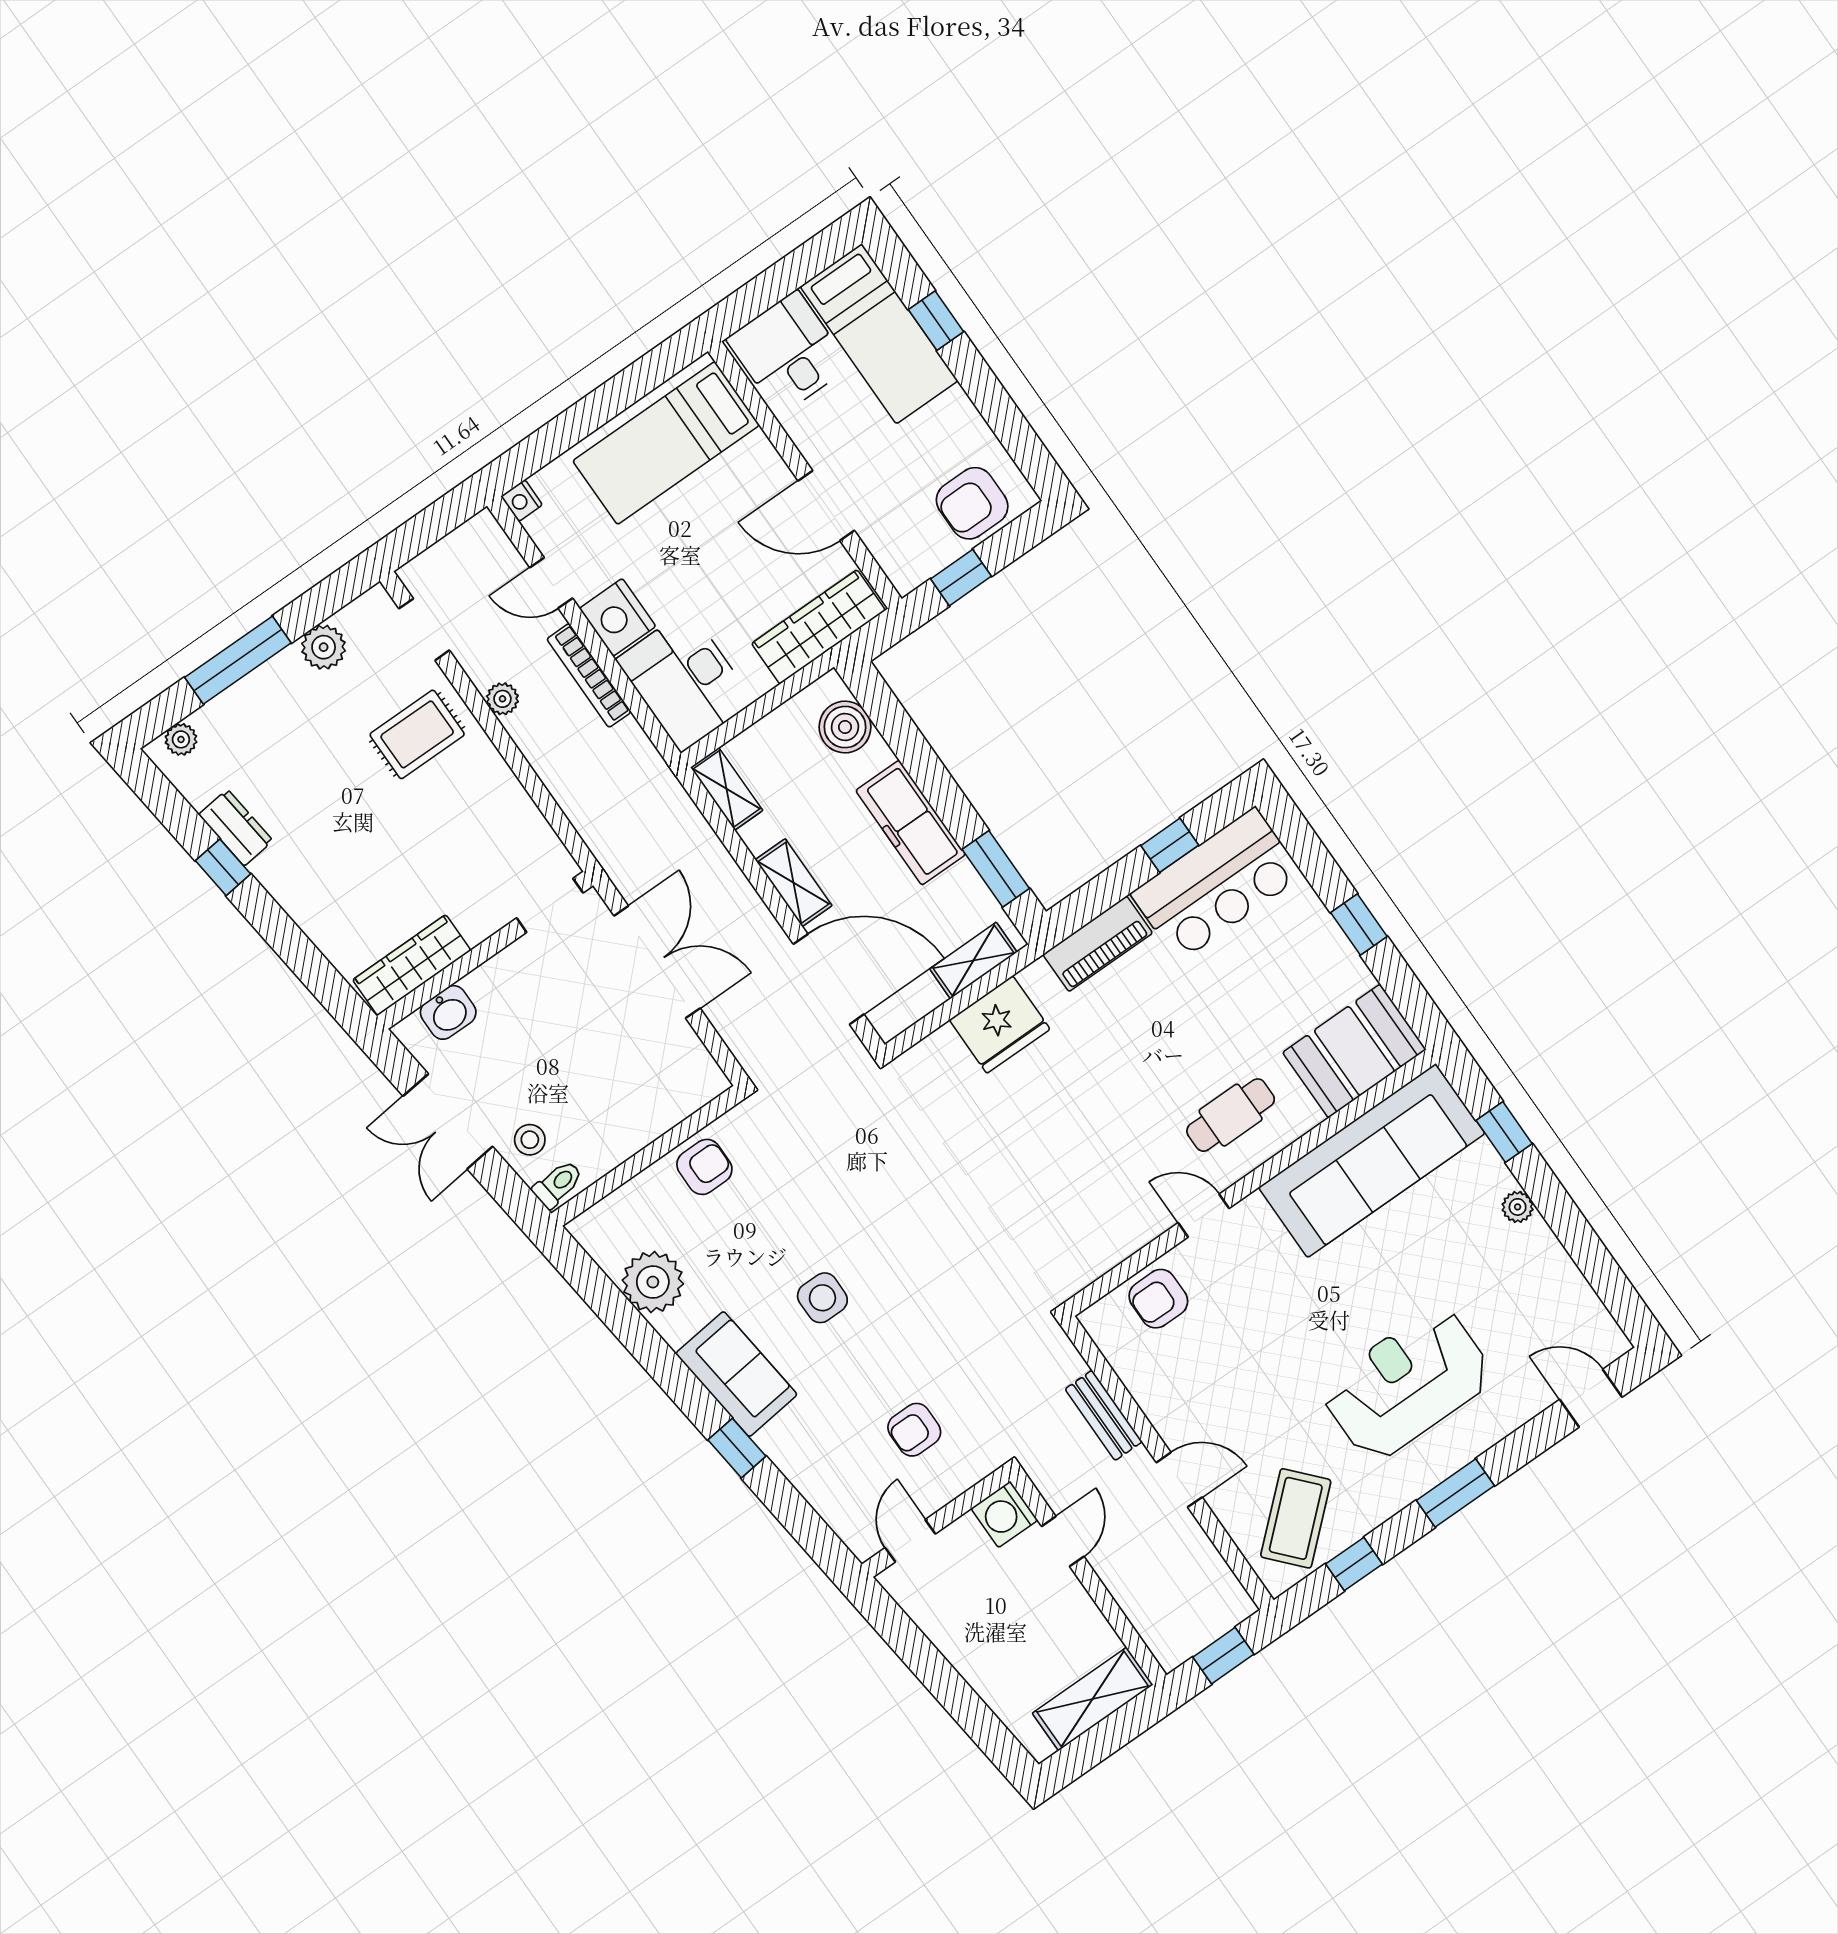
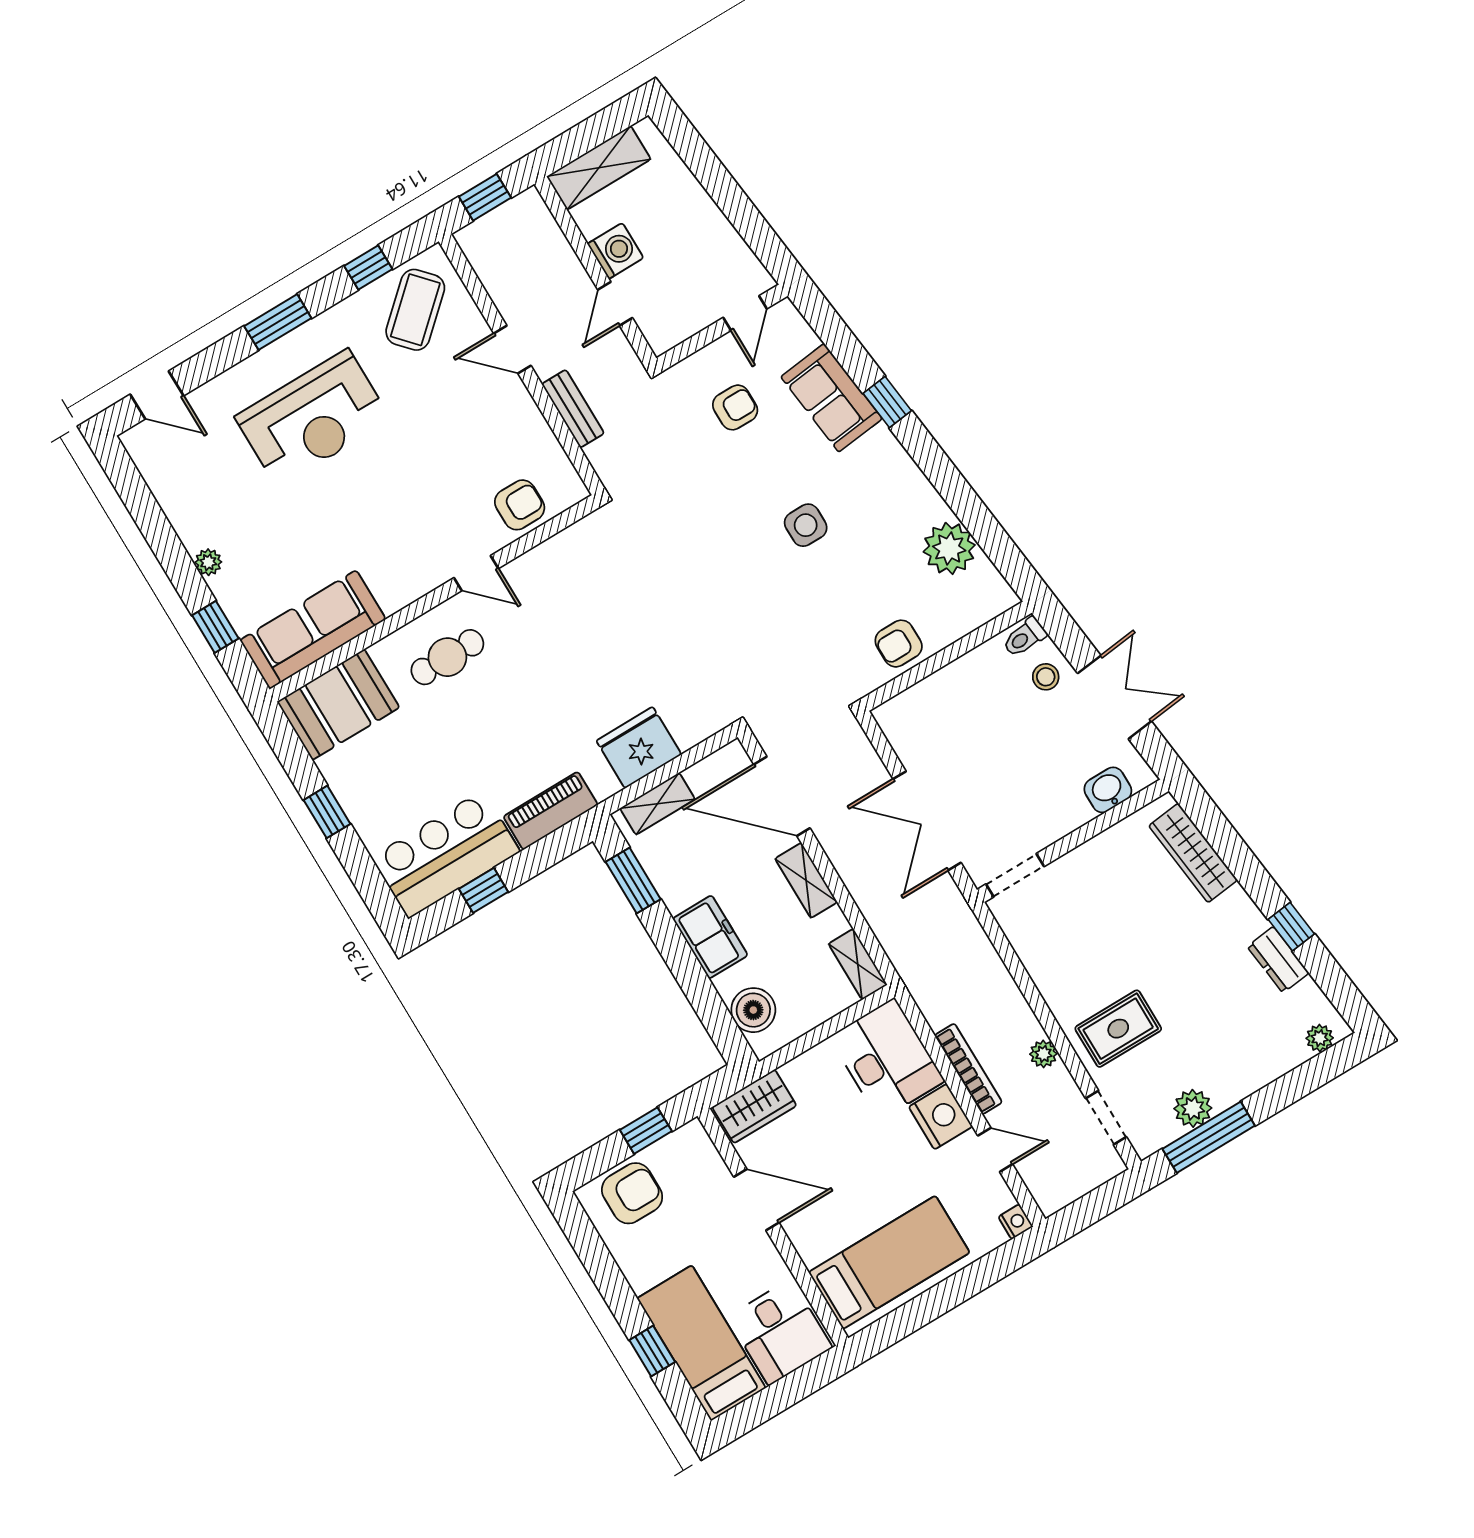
wardrobe: (818, 627) -> (754, 1106), width x0.67
window: (238, 660) -> (1209, 1137), moved
freezer: (911, 823) -> (710, 937), width x0.71
wardrobe: (412, 965) -> (1193, 853), moved, turned 83
sofa: (1372, 1160) -> (313, 630), width x0.74, depth x0.79
sofa: (736, 1374) -> (831, 398), moved
washing machine: (1004, 1514) -> (615, 251), moved

